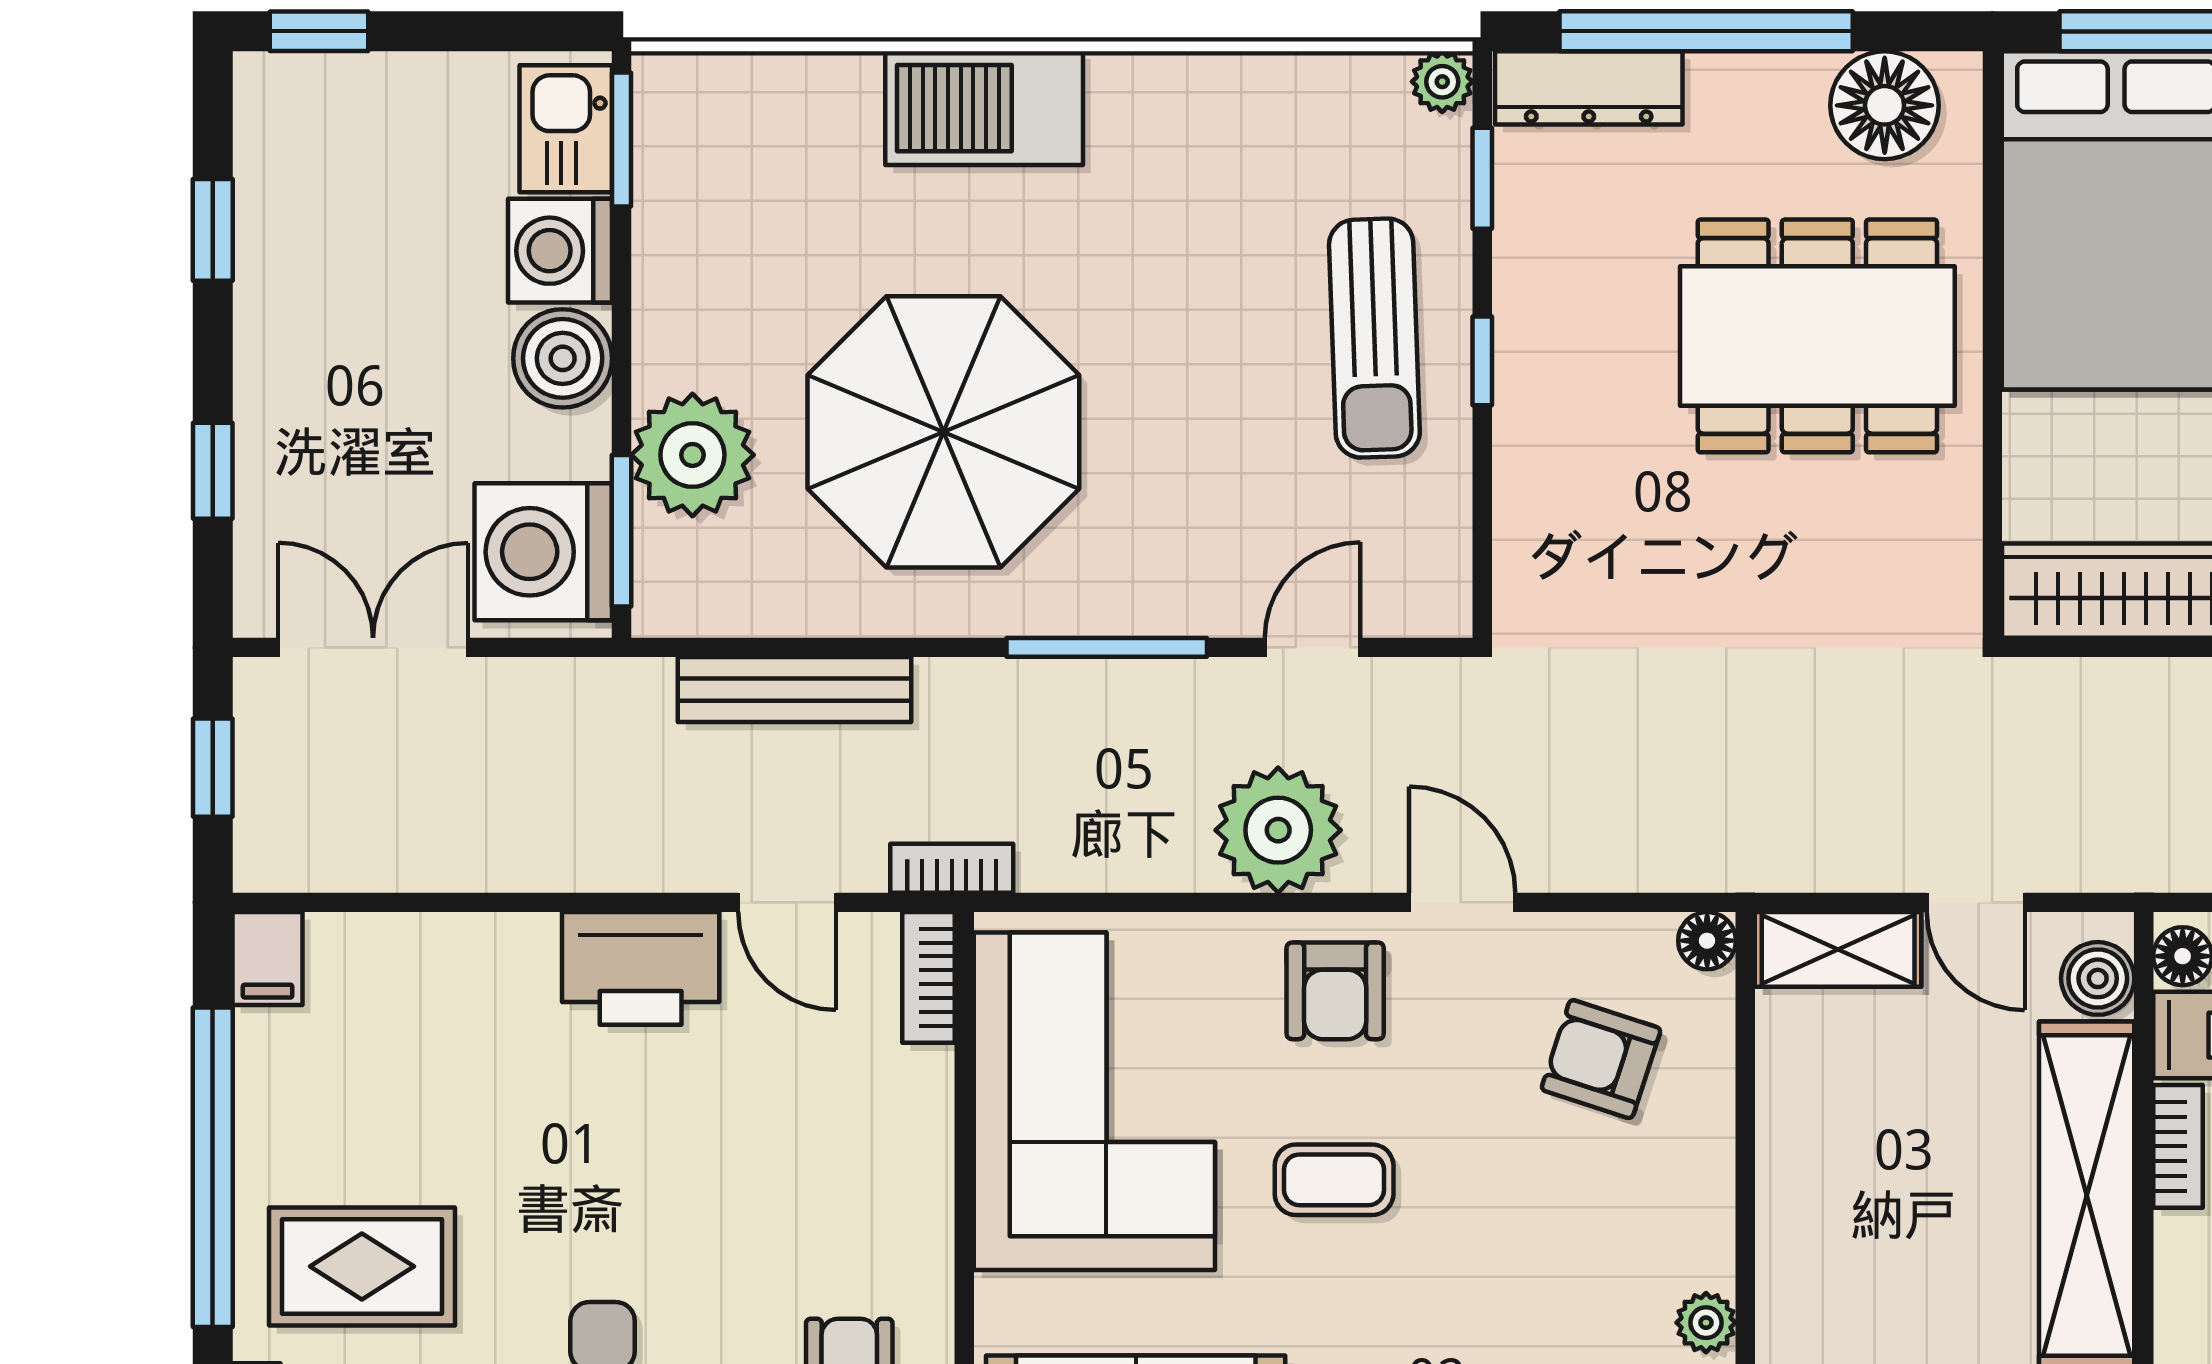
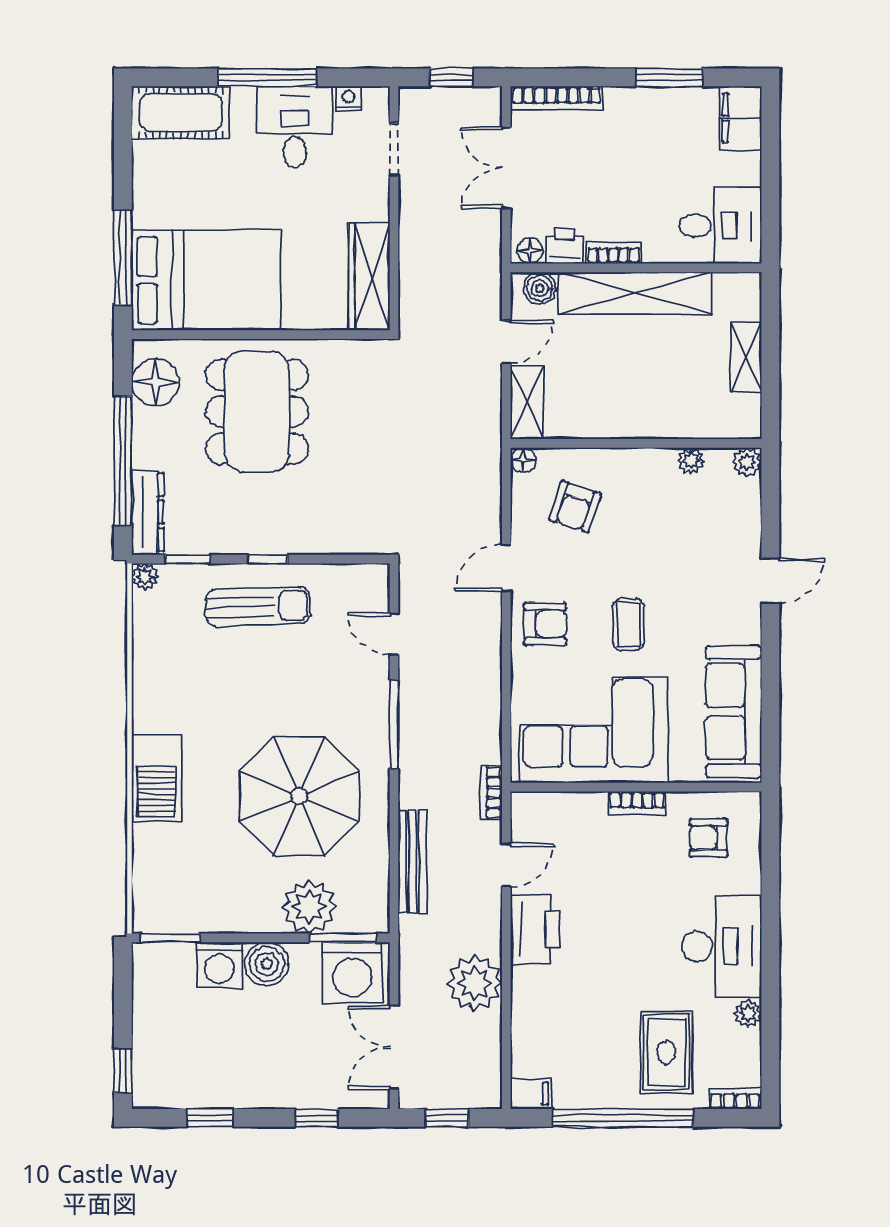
kitchen sink: (566, 129) -> (166, 962), removed
plant: (1278, 830) -> (474, 983), moved
bookcase: (929, 977) -> (637, 803), moved

